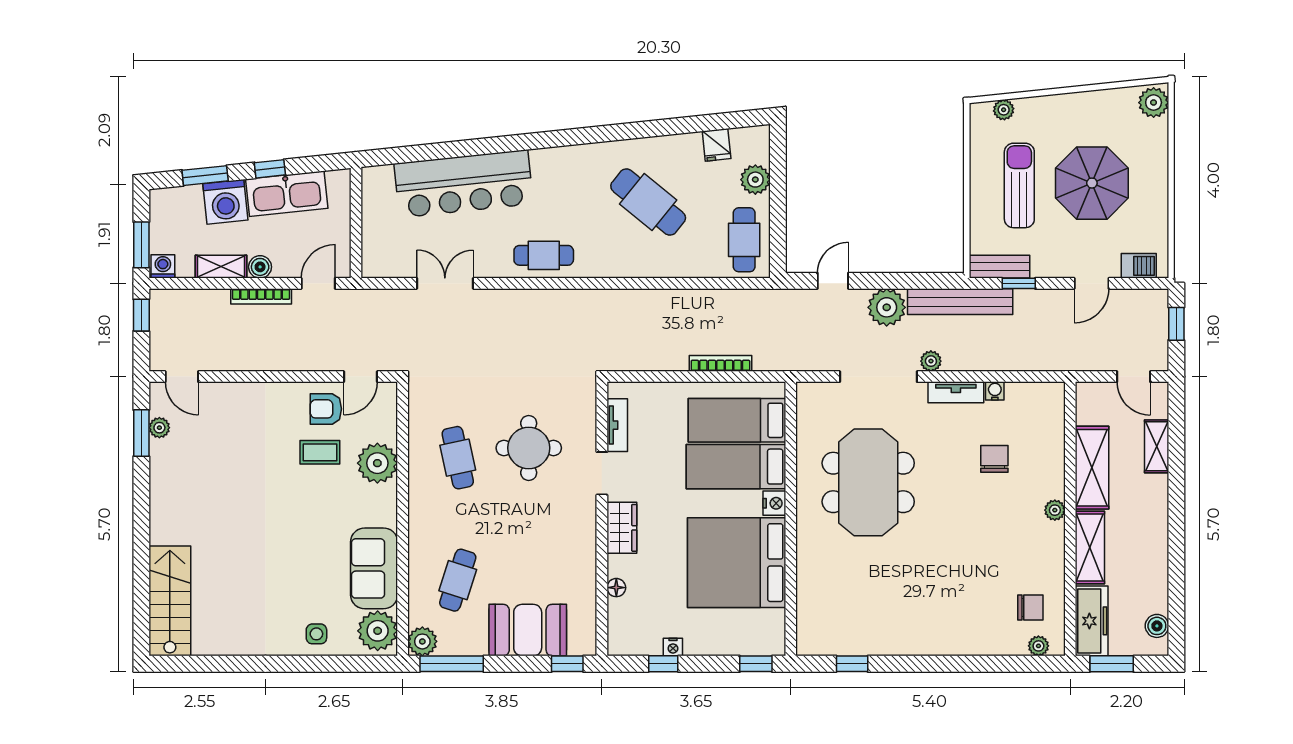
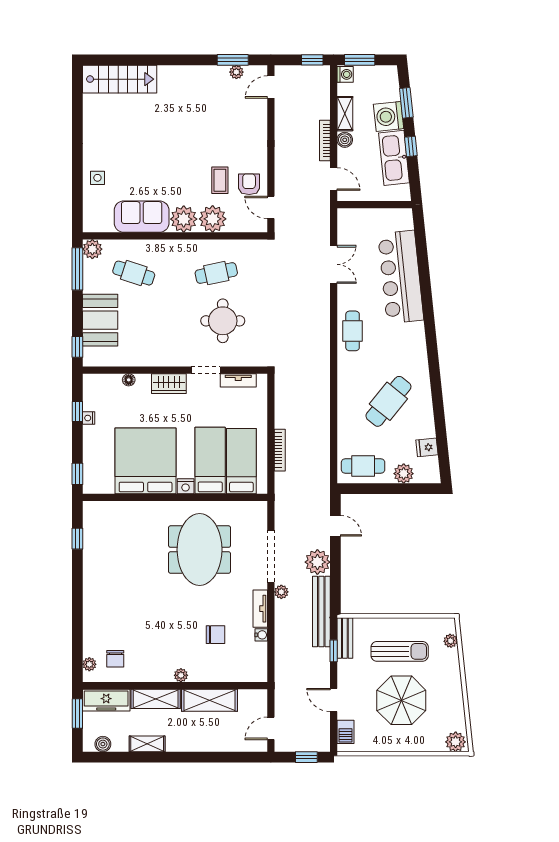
shelving: (1157, 446) -> (147, 744), moved
meeting table: (868, 482) -> (200, 550), turned 90
plant: (378, 631) -> (184, 219), moved

